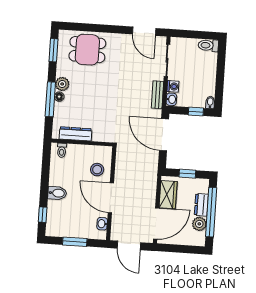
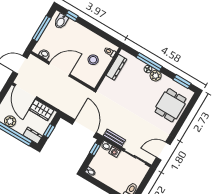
window: (196, 112) -> (95, 149), moved
door: (164, 135) -> (84, 128), hinge flipped
stool: (97, 170) -> (93, 60), moved
bidet: (57, 193) -> (61, 21), moved
dresser: (201, 205) -> (33, 136), moved
window: (75, 242) -> (42, 29), width x1.44

